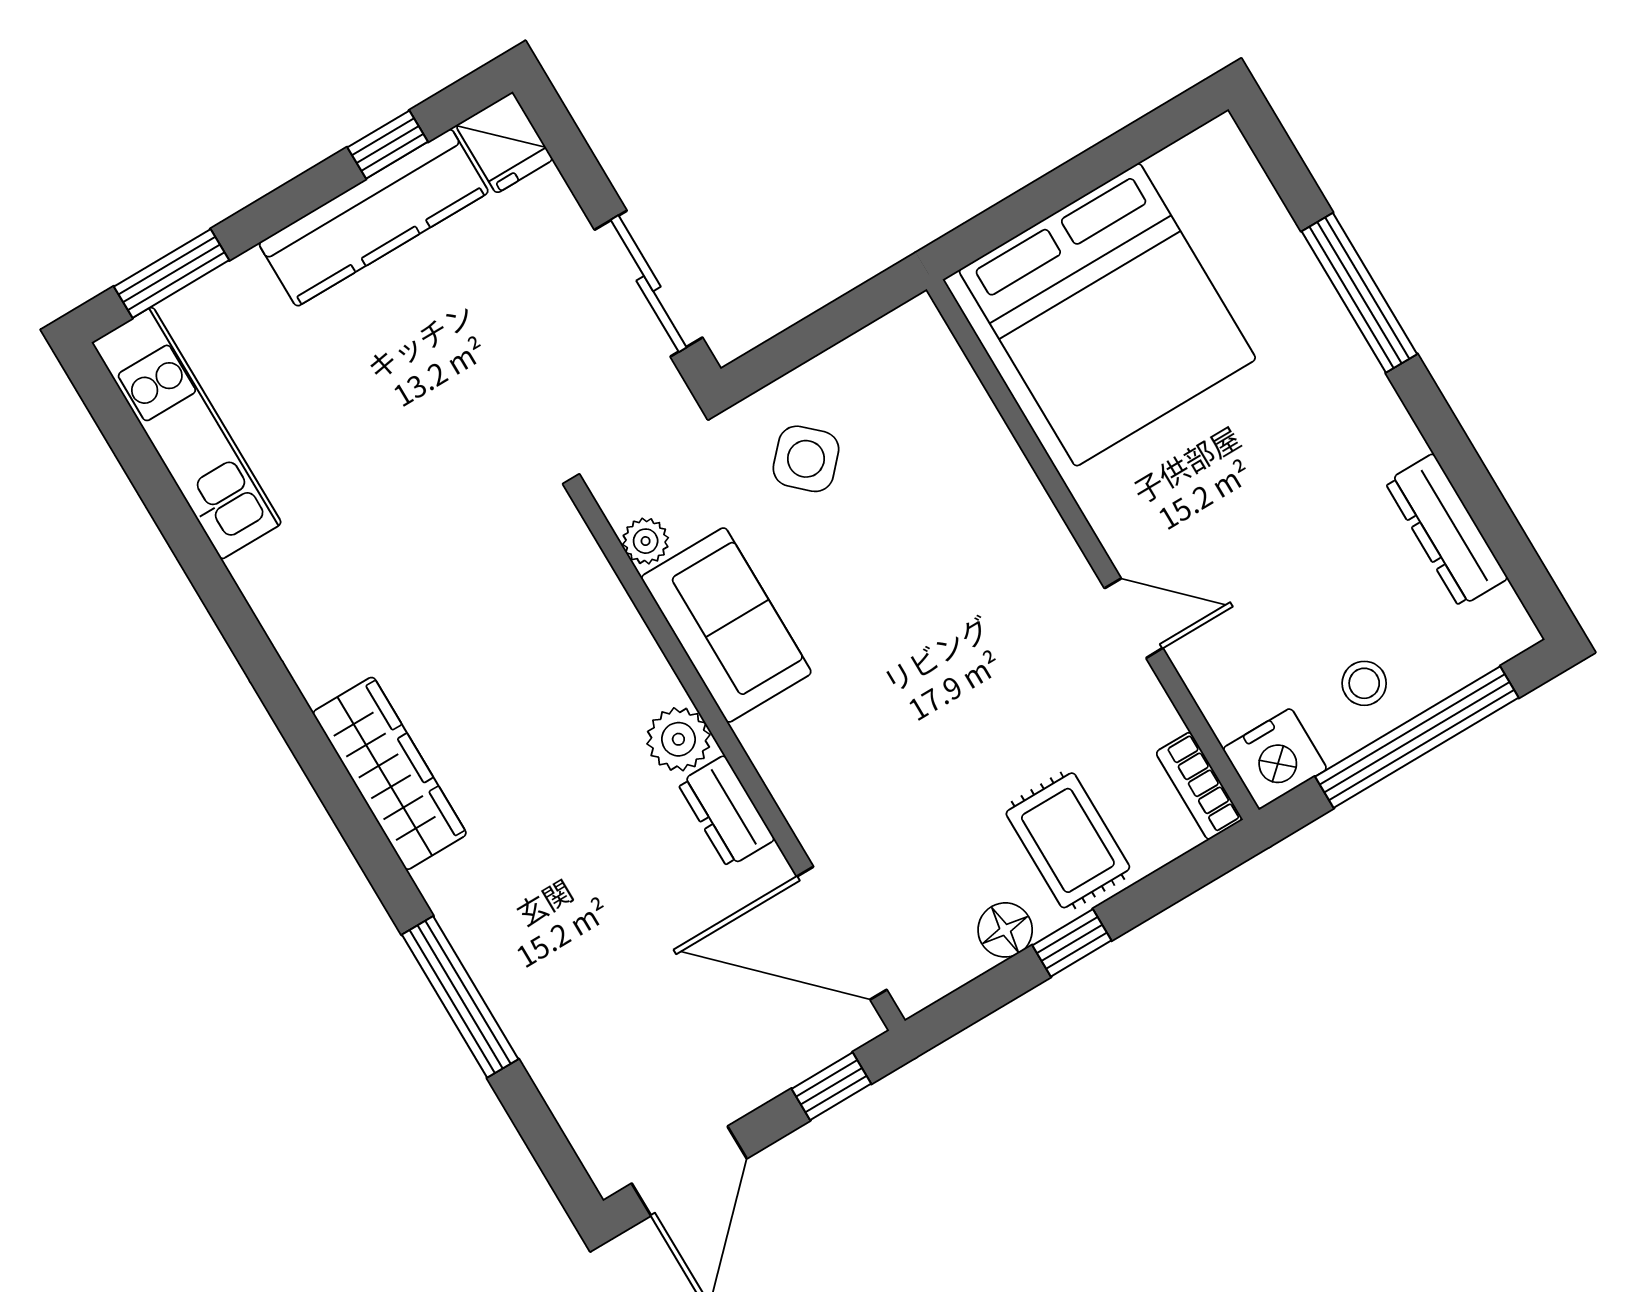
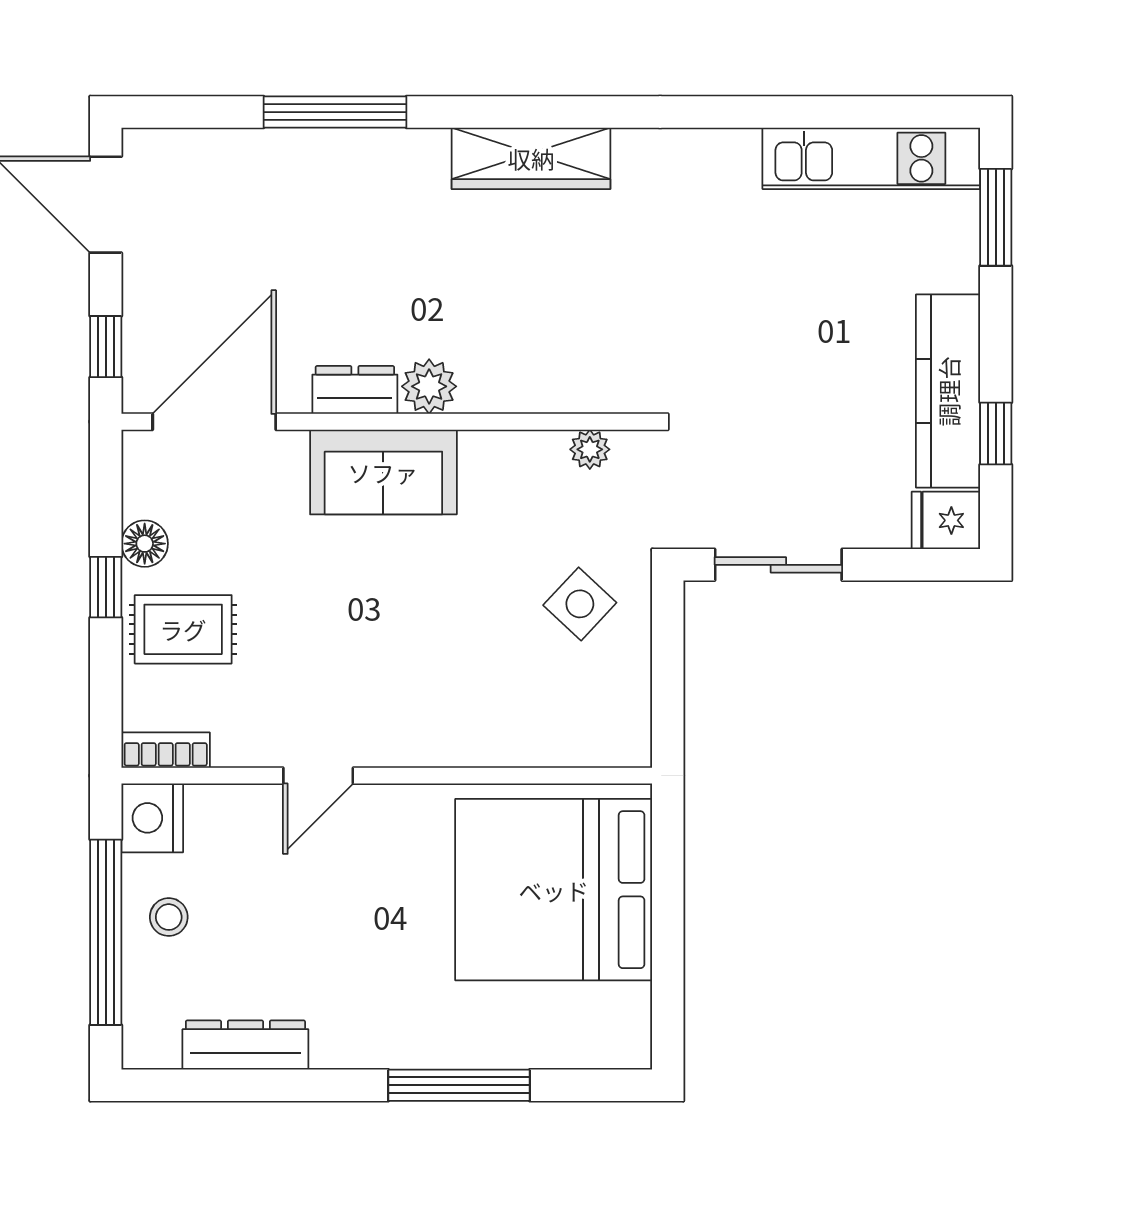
sofa: (726, 625) -> (383, 472), moved

